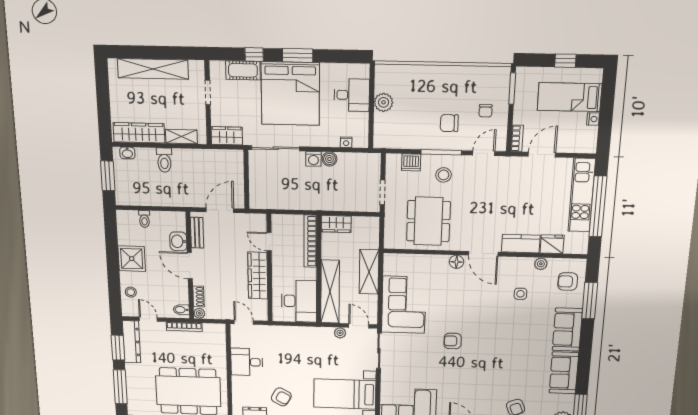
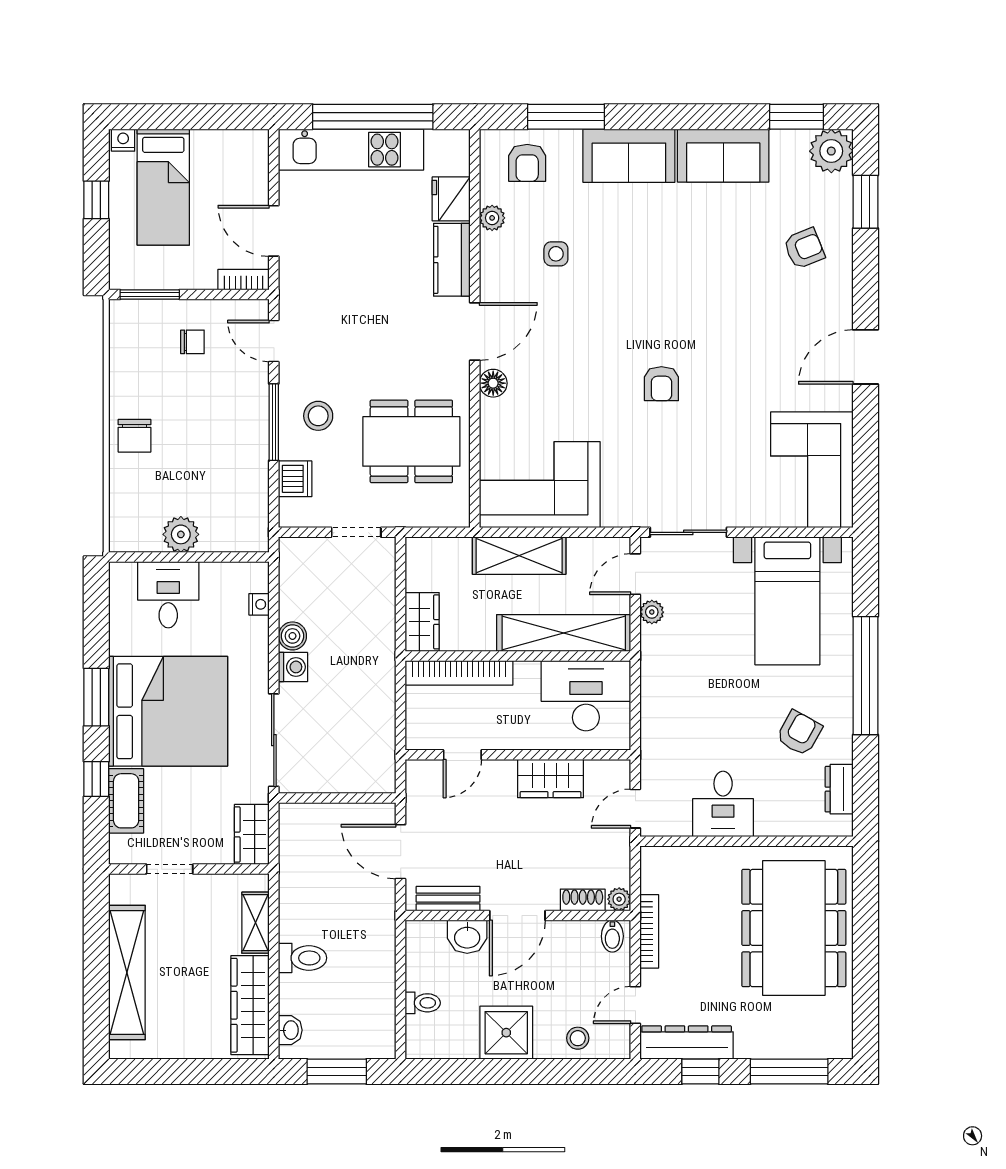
nightstand: (593, 119) -> (123, 140), moved
chair: (449, 123) -> (134, 436), moved
wardrobe: (258, 276) -> (551, 779), width x0.67
corner sofa: (404, 305) -> (540, 485), moved
window: (118, 348) -> (700, 1071), width x0.67

